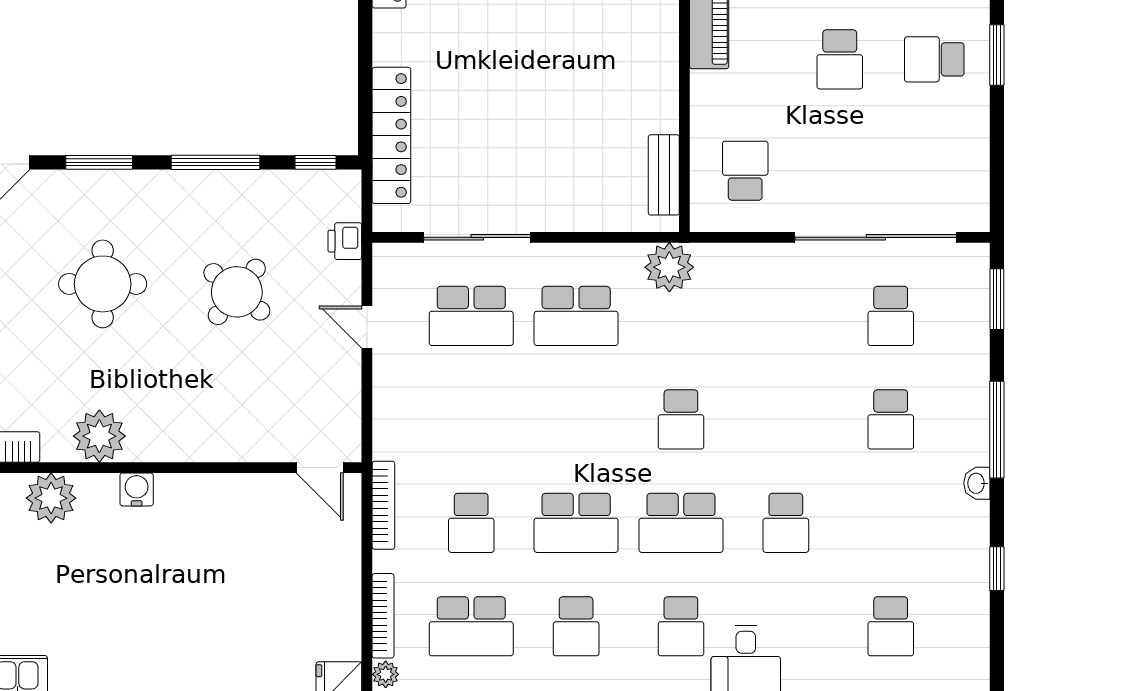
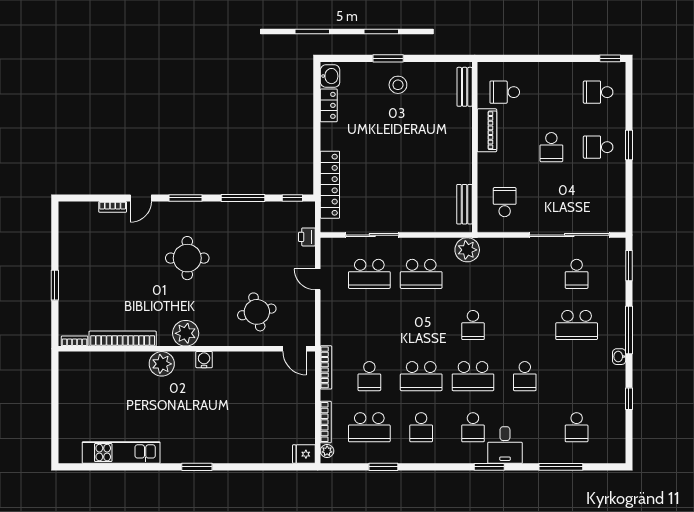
round table: (237, 292) -> (257, 312), moved, turned 38
school desk: (891, 419) -> (577, 325), width x1.85

